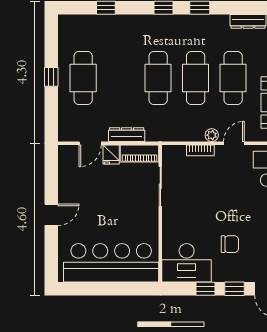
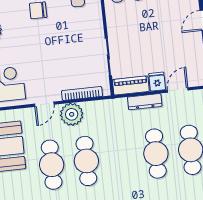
cafe table: (158, 78) -> (156, 154), moved
plant: (212, 135) -> (72, 114), width x1.87, depth x1.87
bookcase: (200, 150) -> (82, 93), width x1.56

